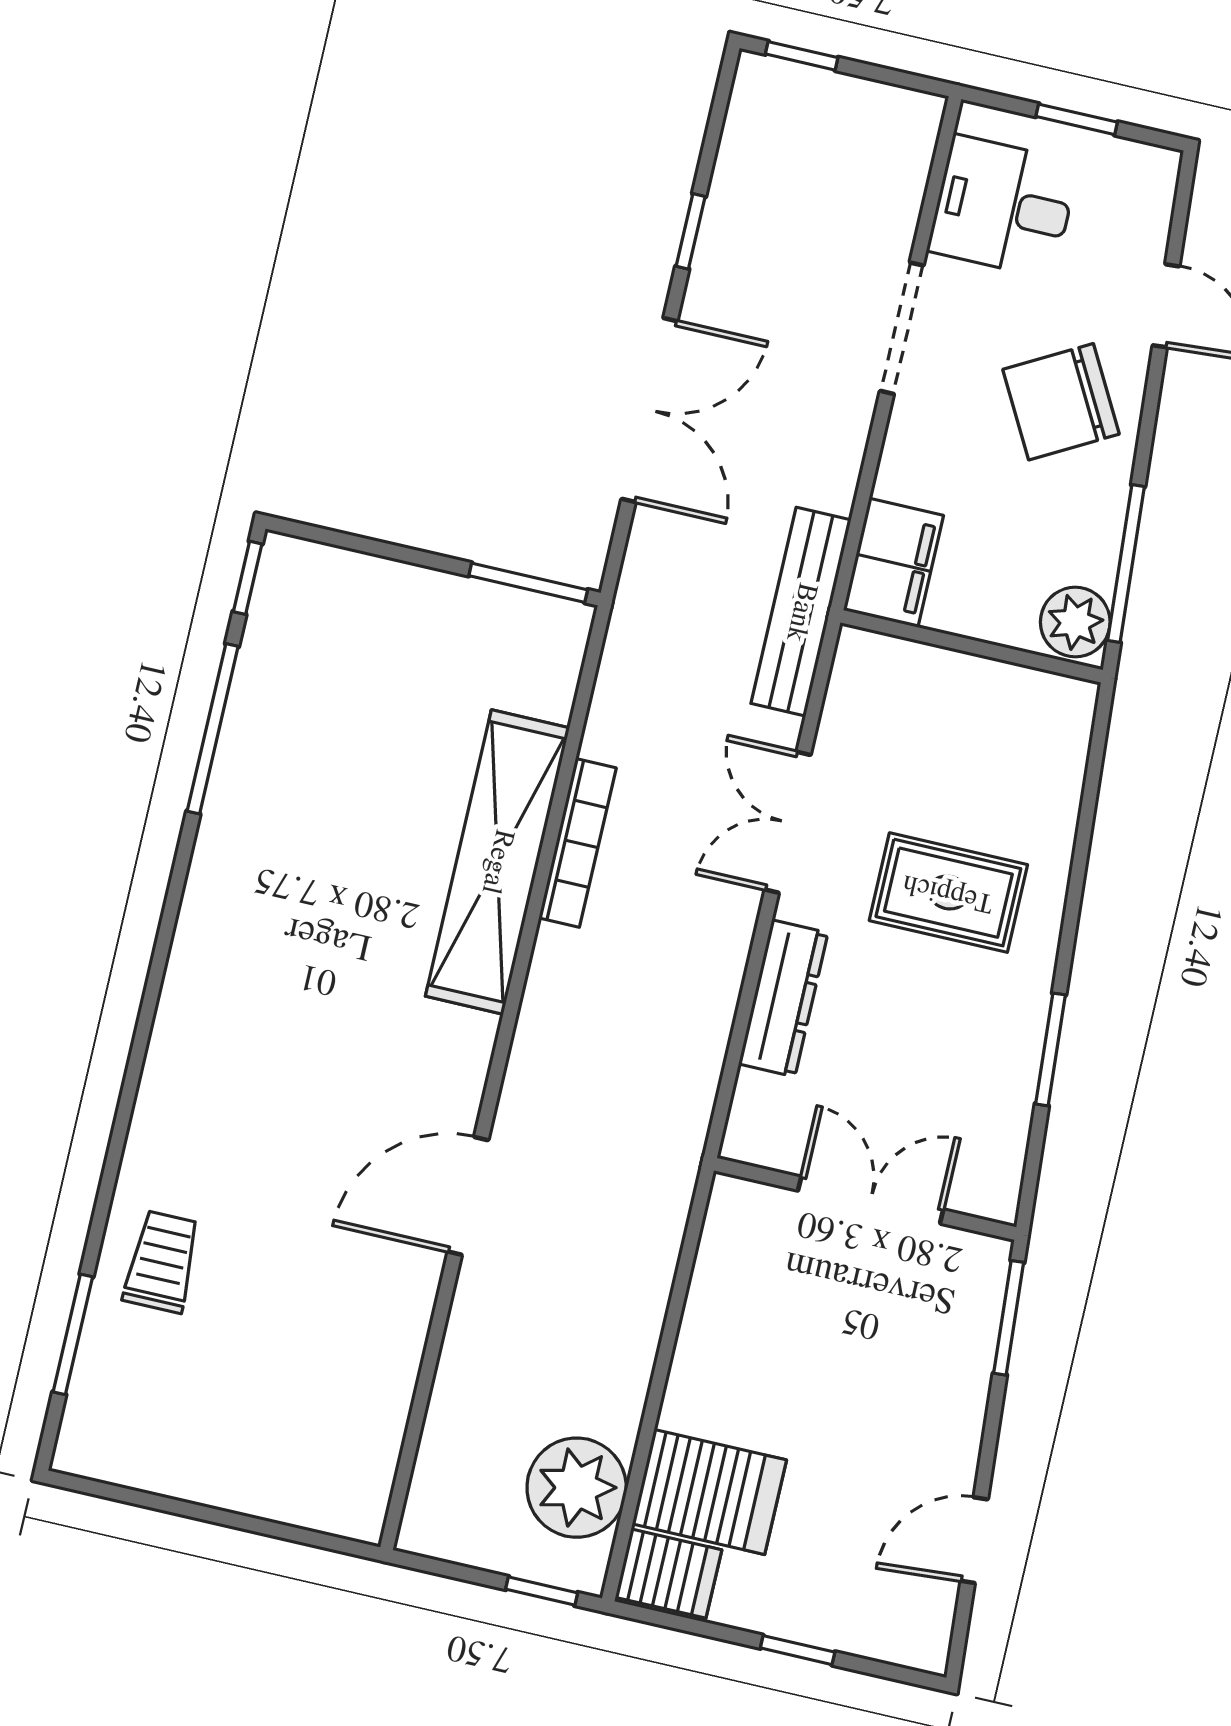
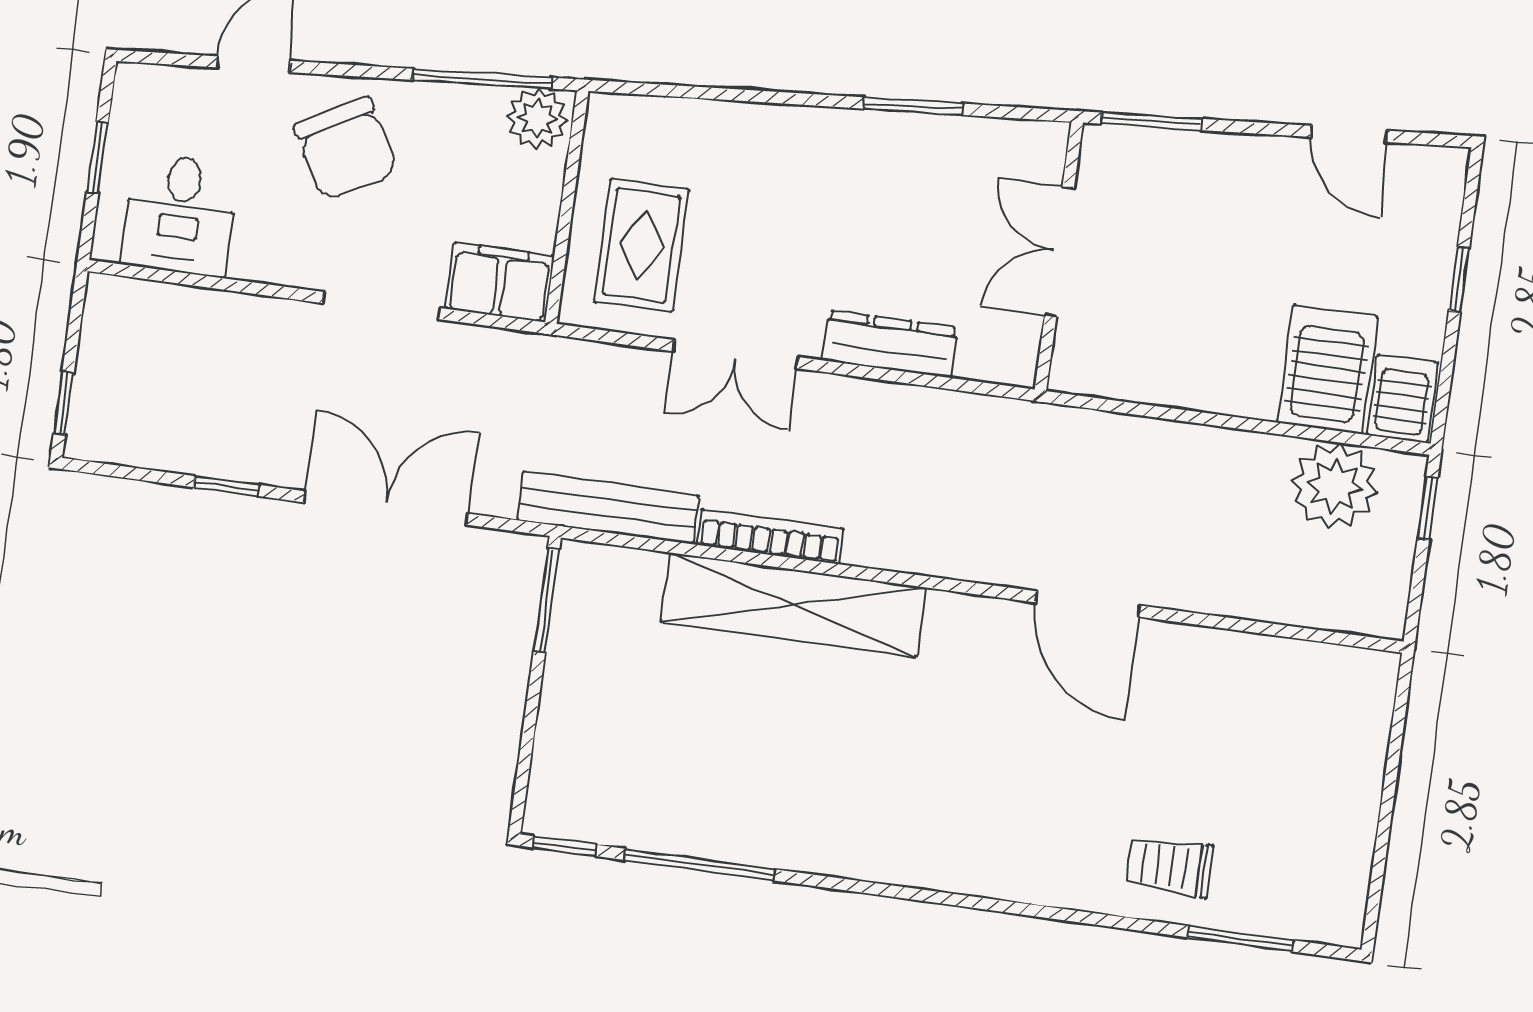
doorway: (902, 328) -> (382, 306), moved
bench: (801, 612) -> (608, 508), moved
rug: (948, 893) -> (641, 245), moved

